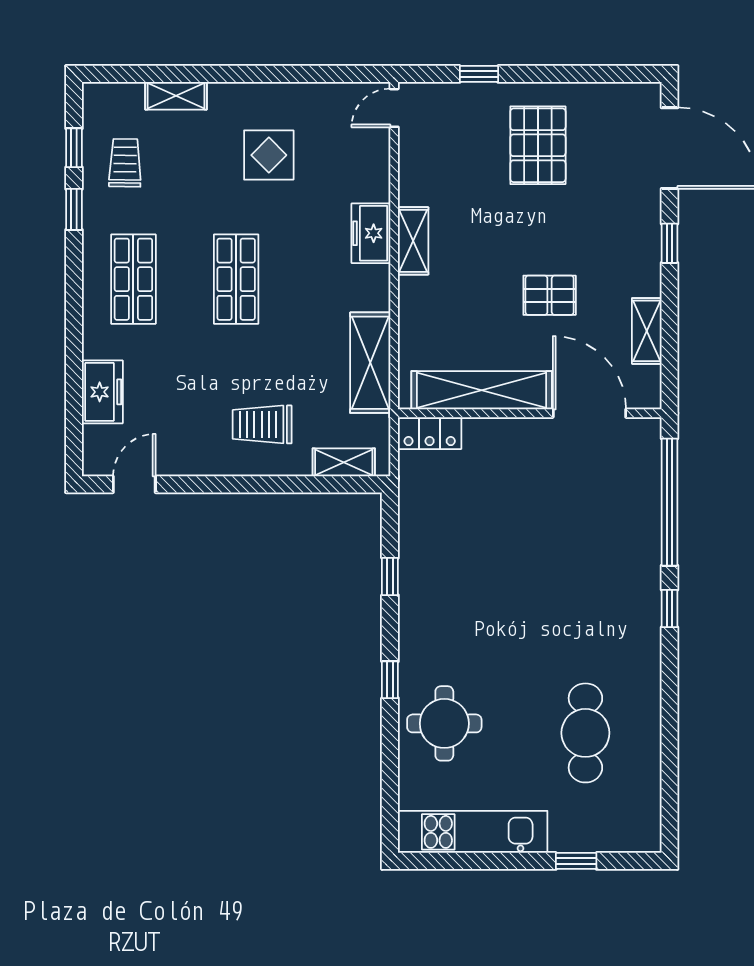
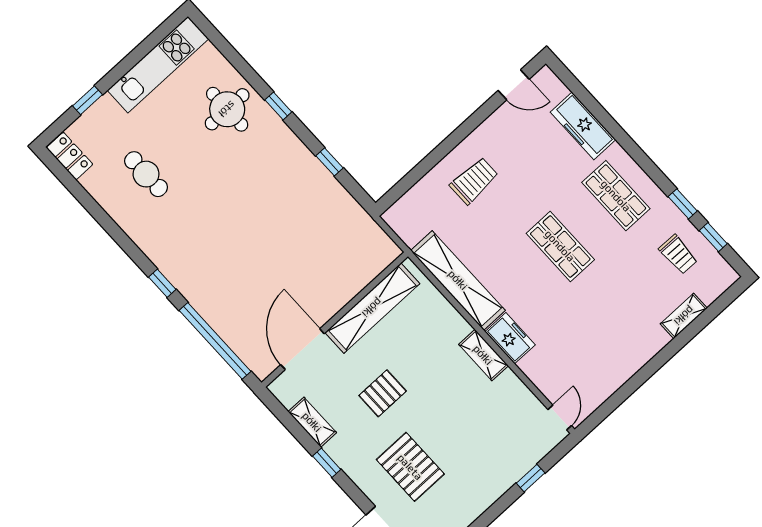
pallet: (538, 145) -> (410, 467), moved
display table: (269, 155) -> (604, 330), removed
window: (669, 243) -> (327, 463), moved
shelving: (370, 363) -> (458, 280), width x1.47
freezer: (102, 392) -> (583, 126), width x1.40
door: (589, 413) -> (302, 349), swing flipped
locker: (430, 433) -> (70, 156), moved, turned 90
shelving: (344, 462) -> (411, 201), removed
door: (134, 484) -> (514, 85), hinge flipped
cafe table: (585, 733) -> (146, 174), width x0.73, depth x0.74

